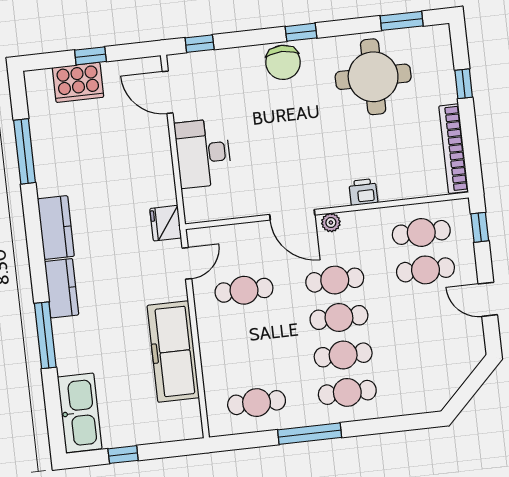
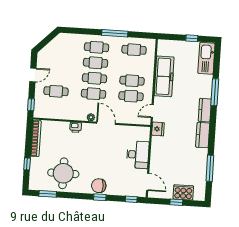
window: (301, 32) -> (100, 197), moved
chair: (283, 62) -> (99, 186), turned -90
cafe table: (421, 232) -> (132, 81), moved
door: (488, 299) -> (33, 75), hinge flipped

